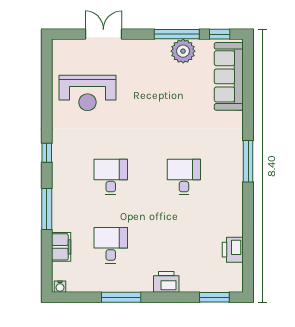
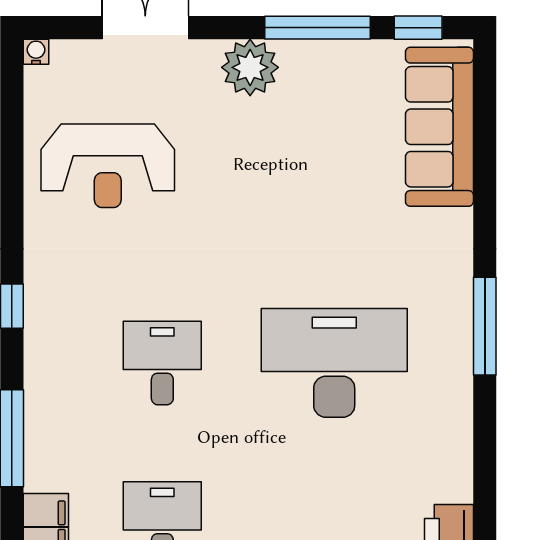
water cooler: (57, 44) -> (36, 52), added
plant: (183, 51) -> (250, 67), moved
desk: (184, 177) -> (334, 363), width x1.87, depth x1.30

